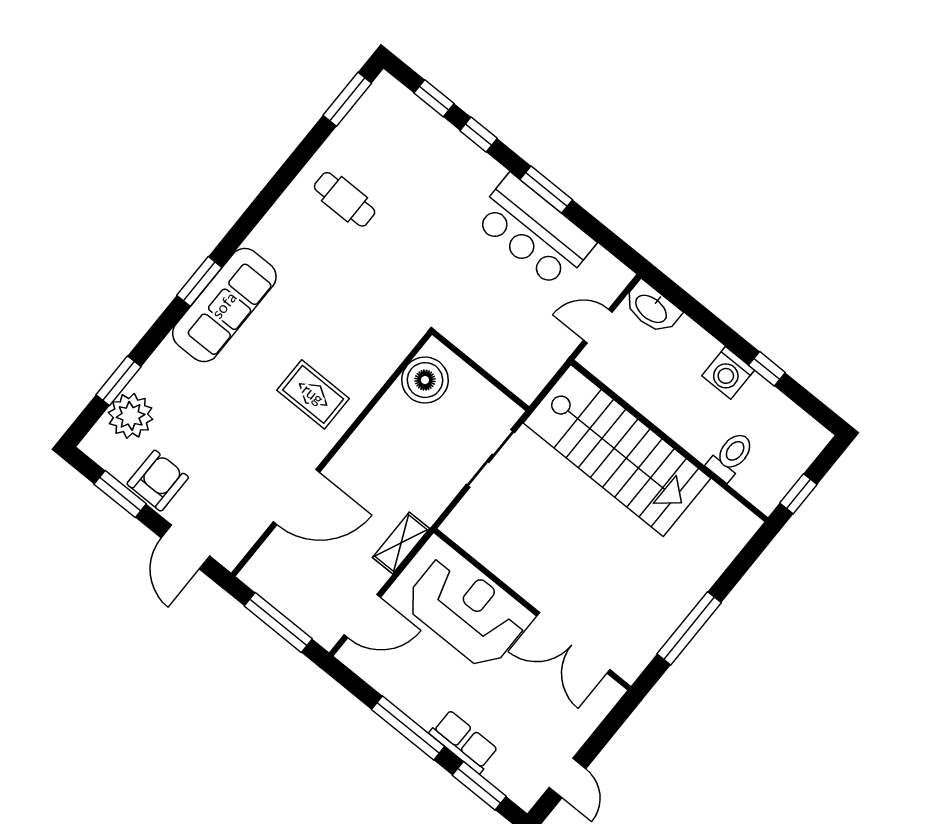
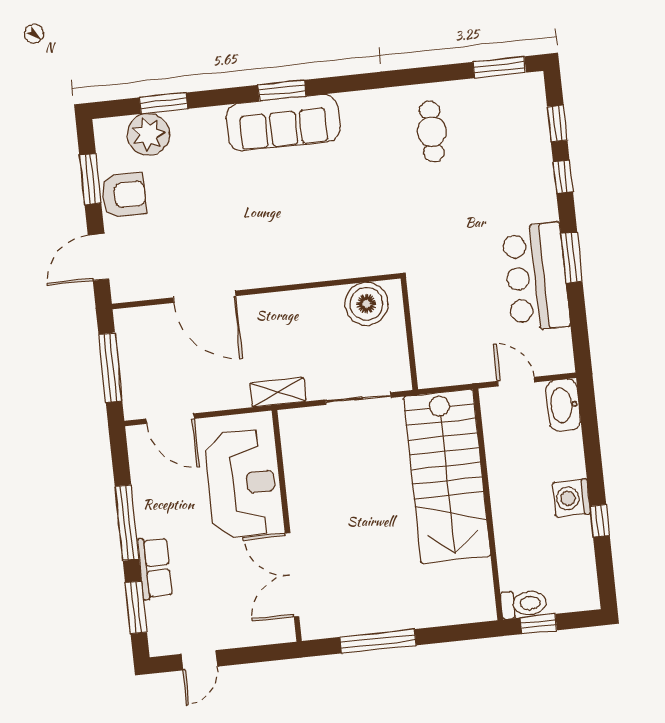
rug: (313, 394) -> (283, 240), removed
toilet: (731, 456) -> (524, 604), moved
shelving: (401, 543) -> (278, 392), moved

